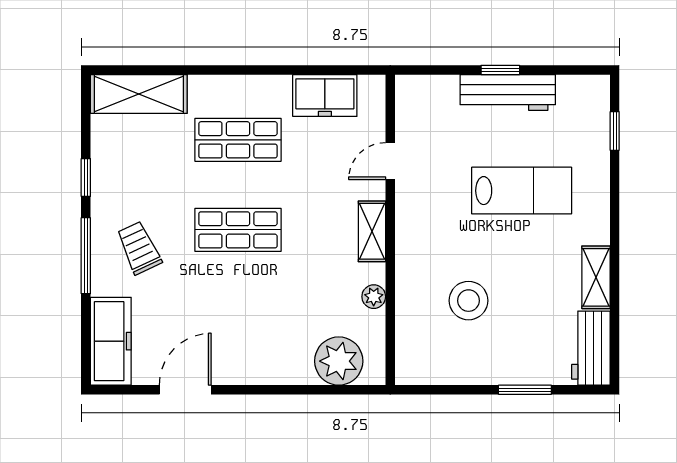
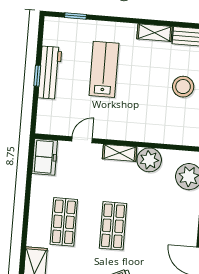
freezer: (325, 95) -> (45, 157), moved
door: (390, 161) -> (82, 140), swing flipped
plant: (374, 297) -> (149, 160), width x1.88, depth x1.88
stool: (468, 301) -> (183, 87), moved

